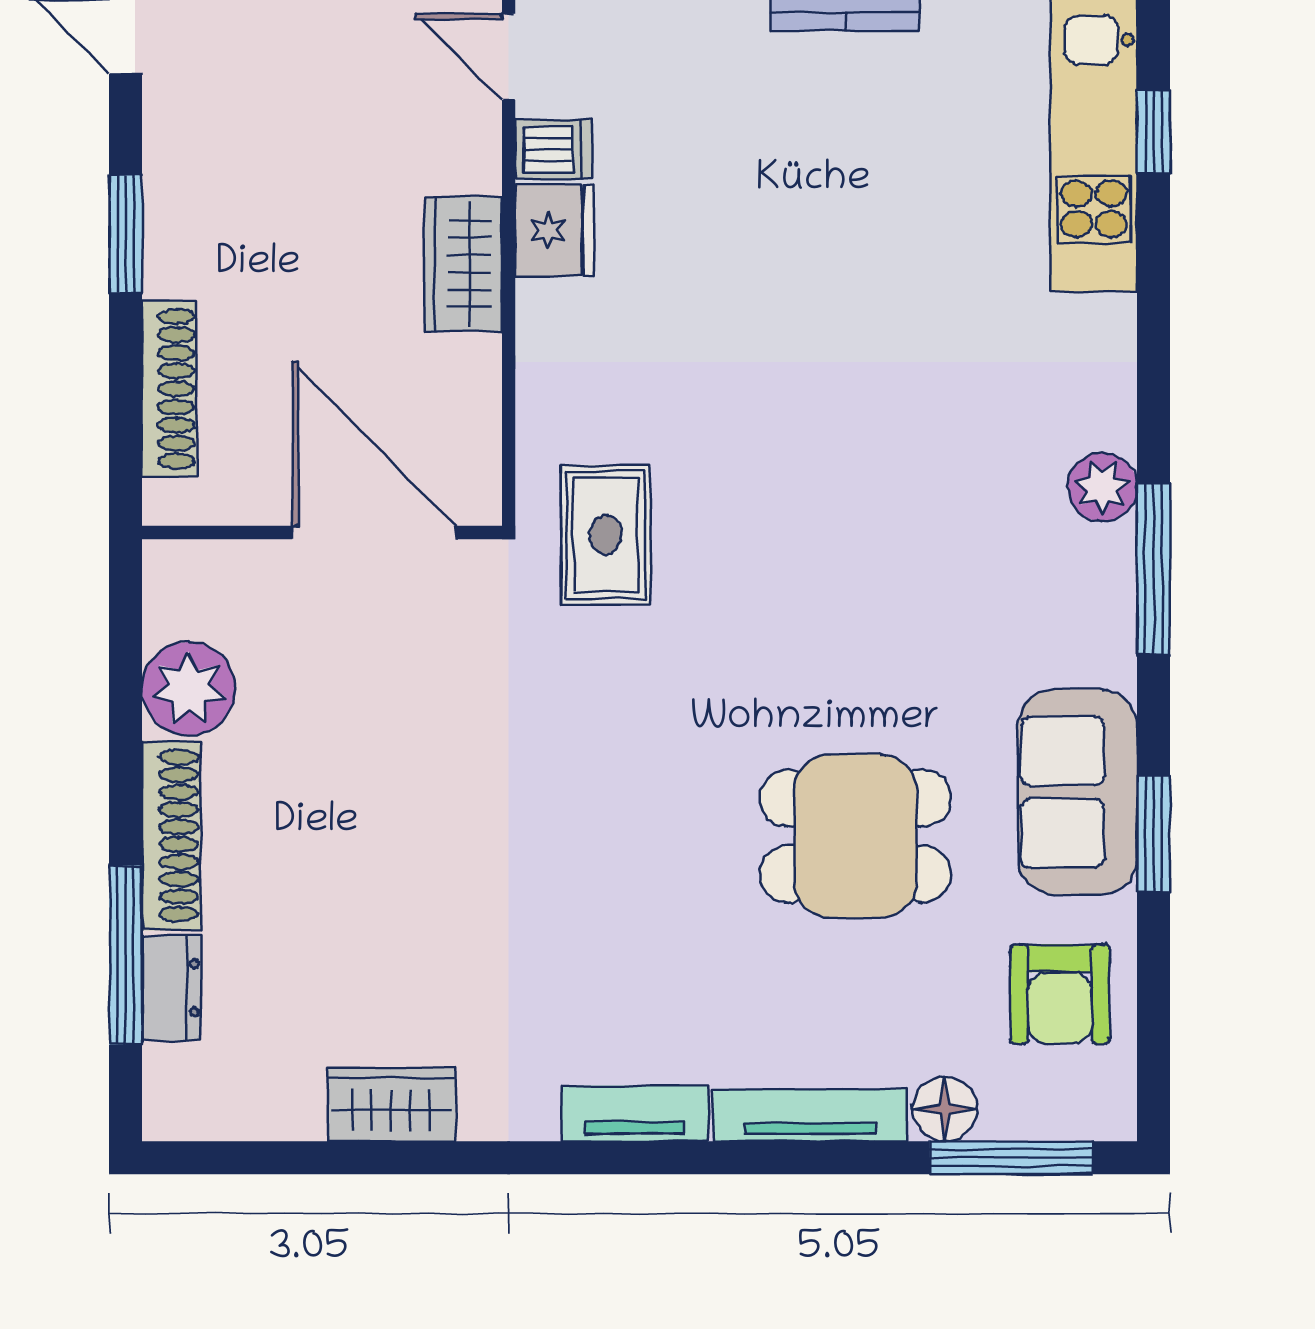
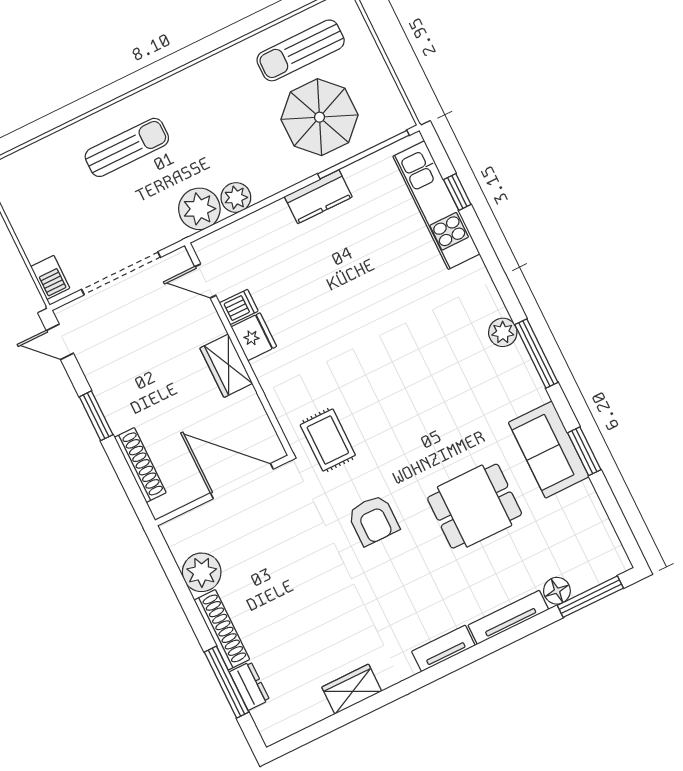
armchair: (1060, 994) -> (373, 520), moved

